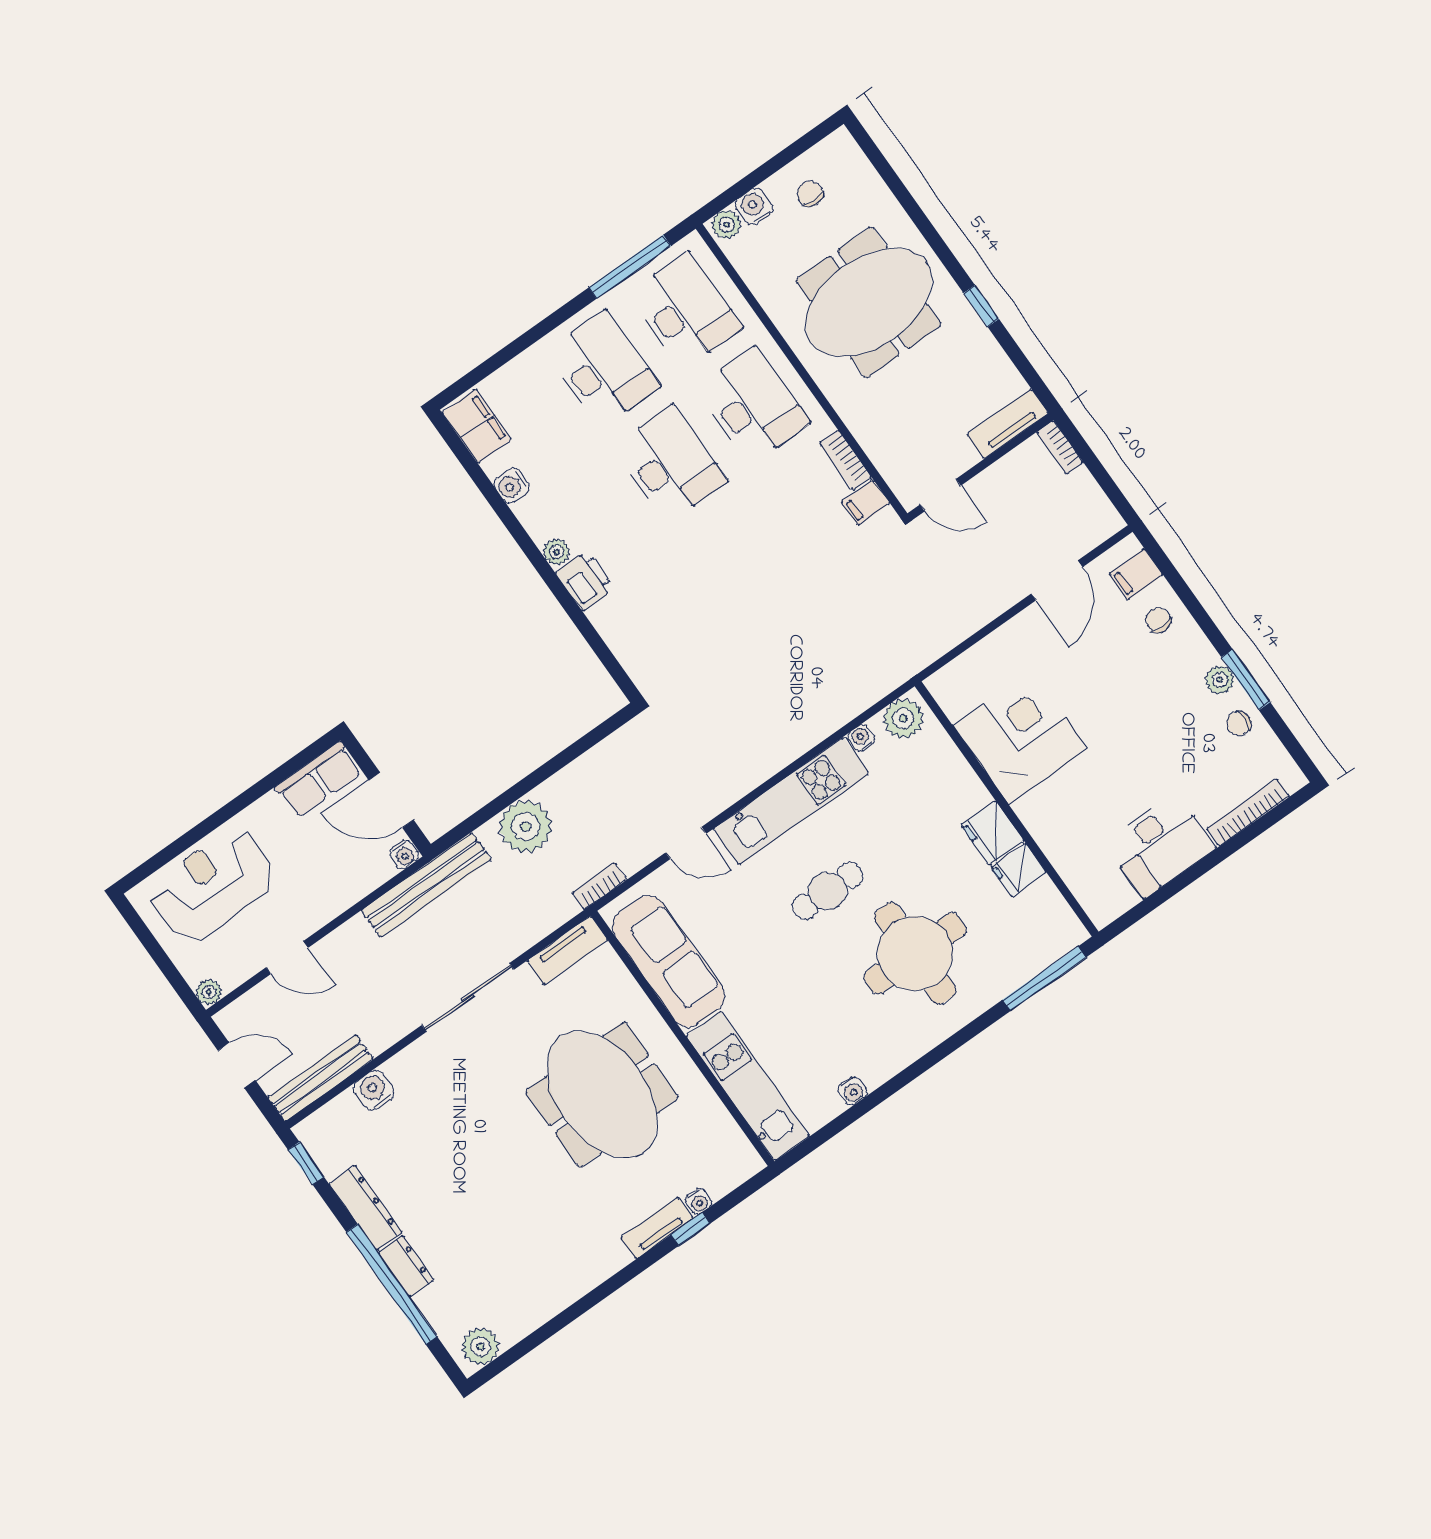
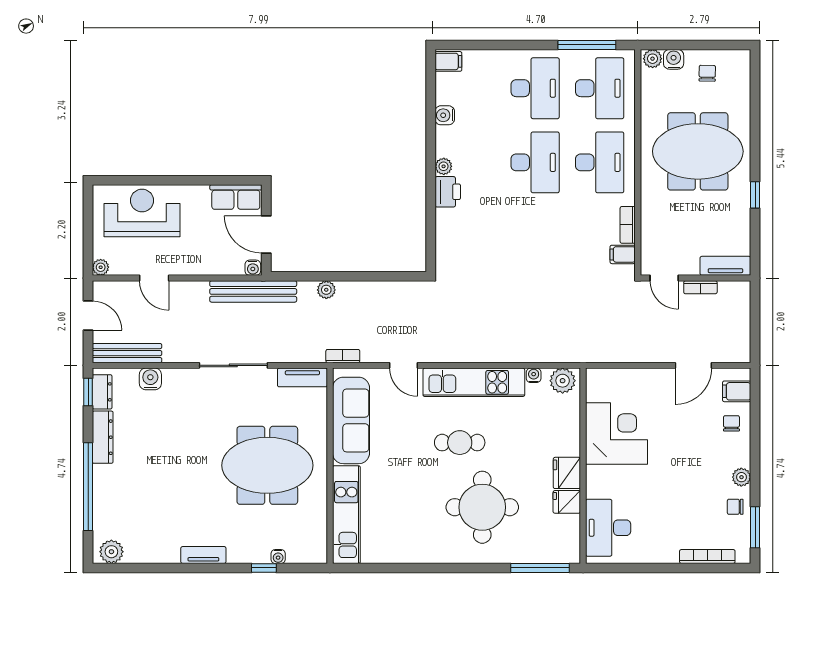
filing cabinet: (477, 426) -> (448, 61), width x0.50
bookcase: (1060, 447) -> (700, 287), moved, turned -90
window: (1246, 680) -> (755, 527), moved
plant: (525, 827) -> (326, 290), width x0.53, depth x0.53
desk: (1160, 845) -> (608, 528), moved, turned 90
water cooler: (853, 1091) -> (399, 556), removed
meeting table: (602, 1095) -> (267, 465), turned 90
tv unit: (657, 1228) -> (203, 555), moved
dresser: (406, 1266) -> (102, 392), moved

